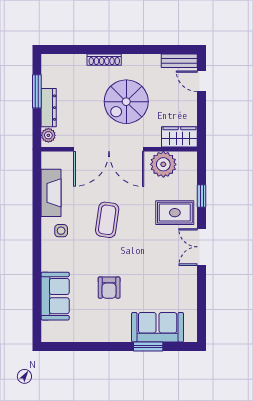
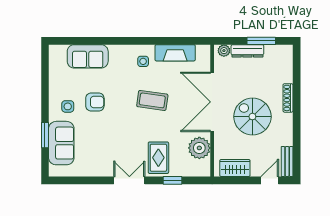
wardrobe: (179, 137) -> (235, 168), moved, turned -90
armchair: (109, 288) -> (95, 102), turned 180
side table: (114, 320) -> (68, 106), added

